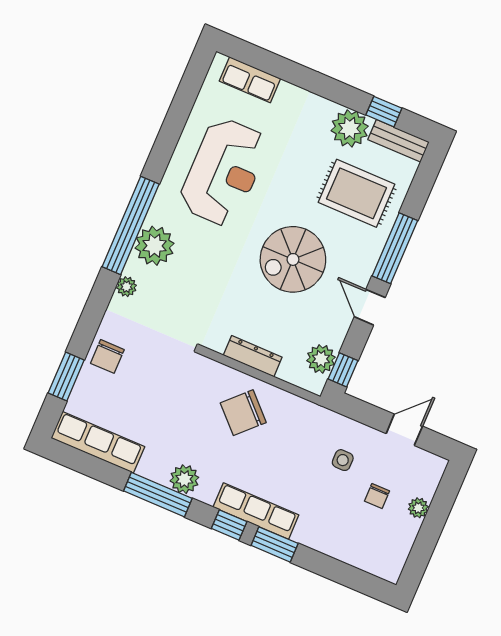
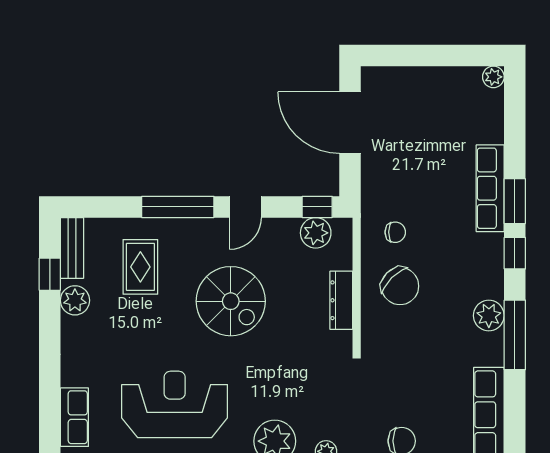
plant: (350, 128) -> (75, 300), width x0.73, depth x0.73
rug: (356, 193) -> (140, 267), width x0.73, depth x0.70
door: (404, 430) -> (350, 123), width x1.88
side table: (343, 460) -> (405, 170), removed
chair: (377, 496) -> (395, 232), moved
plant: (418, 508) -> (493, 77), moved
row of seats: (256, 511) -> (490, 188), moved

